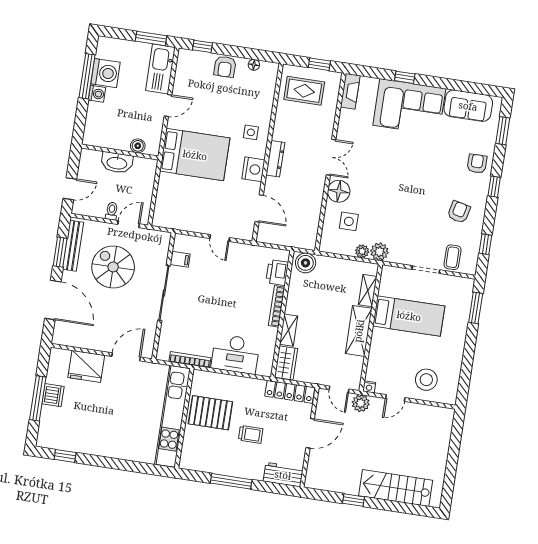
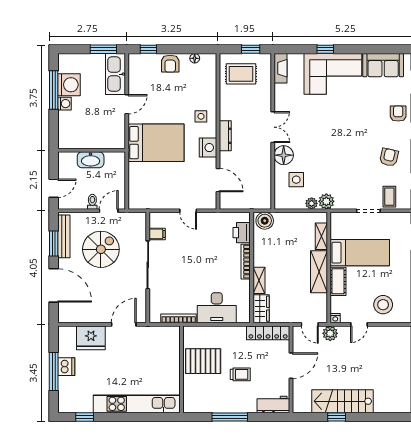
boiler: (138, 146) -> (106, 143), removed
spiral stairs: (113, 267) -> (101, 249), turned 90
cot: (379, 345) -> (338, 281), added
kitchen unit: (172, 416) -> (137, 404), moved, turned 90
stairs: (396, 488) -> (342, 401), moved

